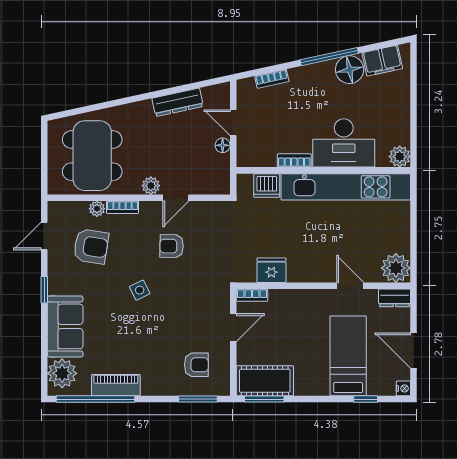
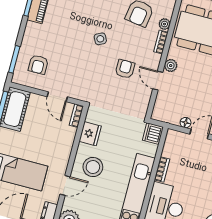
dishwasher: (267, 186) -> (153, 134), moved
stool: (315, 255) -> (93, 167), added

